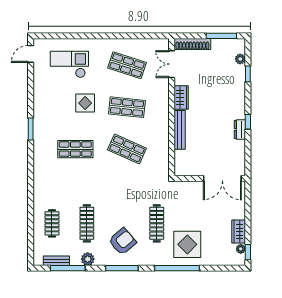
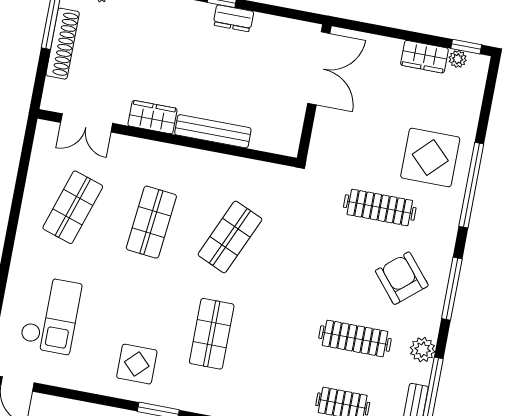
shoe rack: (192, 44) -> (63, 44), moved
checkout: (69, 64) -> (51, 315), turned 180
display table: (85, 103) -> (137, 364), moved

